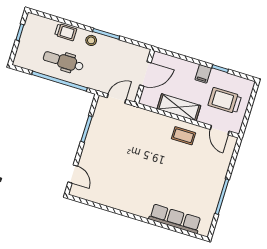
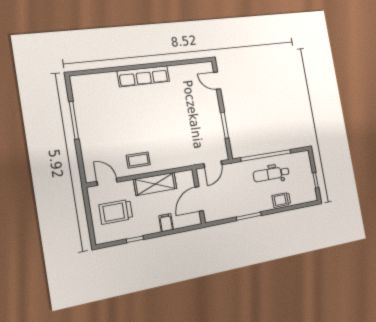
stool: (91, 40) -> (258, 204), removed
dental chair: (63, 61) -> (271, 174), turned 180
filing cabinet: (203, 74) -> (166, 223), moved
trolley: (225, 101) -> (116, 212), turned 180
row of seats: (175, 219) -> (143, 76), moved

